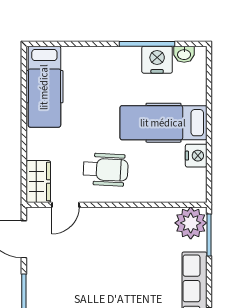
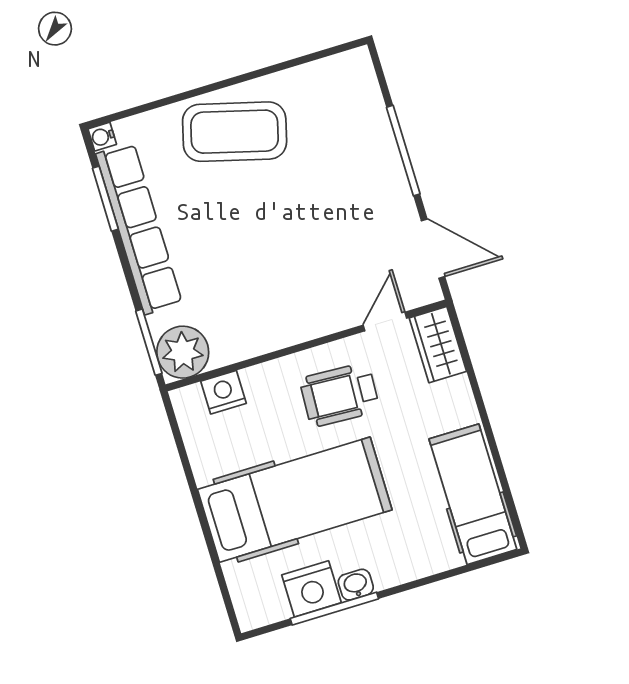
washbasin: (184, 54) -> (356, 585), moved
hospital bed: (163, 123) -> (295, 500), width x1.37, depth x1.29
nightstand: (196, 156) -> (224, 392), moved, turned 90

